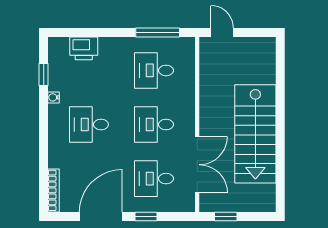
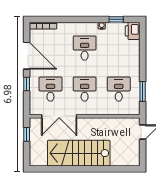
window: (158, 33) -> (143, 91), width x0.69
printer: (84, 48) -> (133, 31), moved

